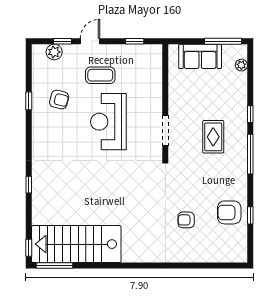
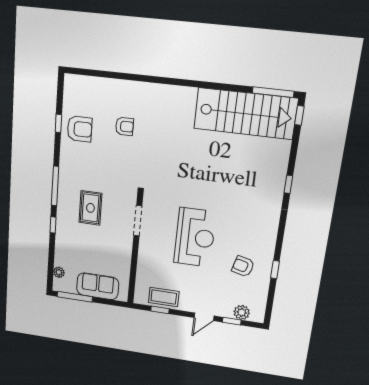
coffee table: (100, 75) -> (164, 297), moved

